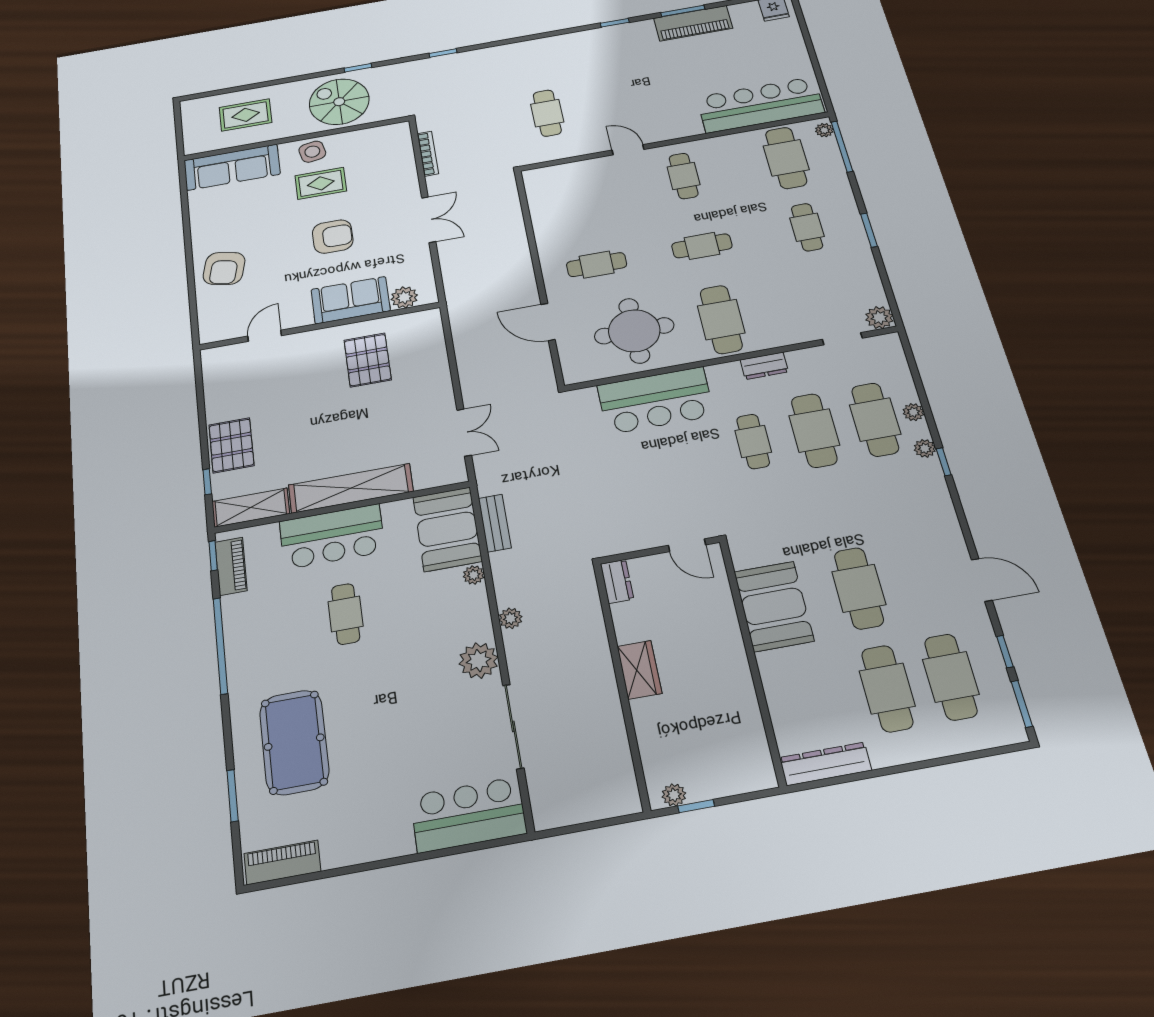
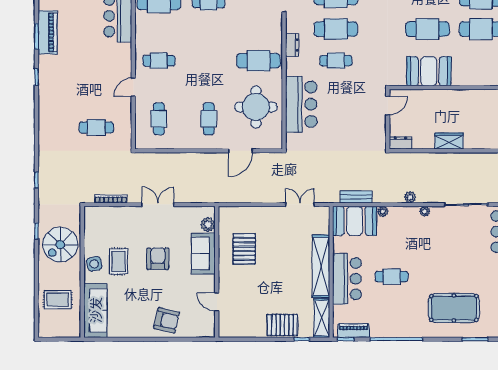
rug: (246, 115) -> (58, 300), turned 90
cafe table: (702, 246) -> (159, 119), moved
pallet: (368, 360) -> (244, 249), turned 90
plant: (479, 661) -> (425, 211), width x0.53, depth x0.53

